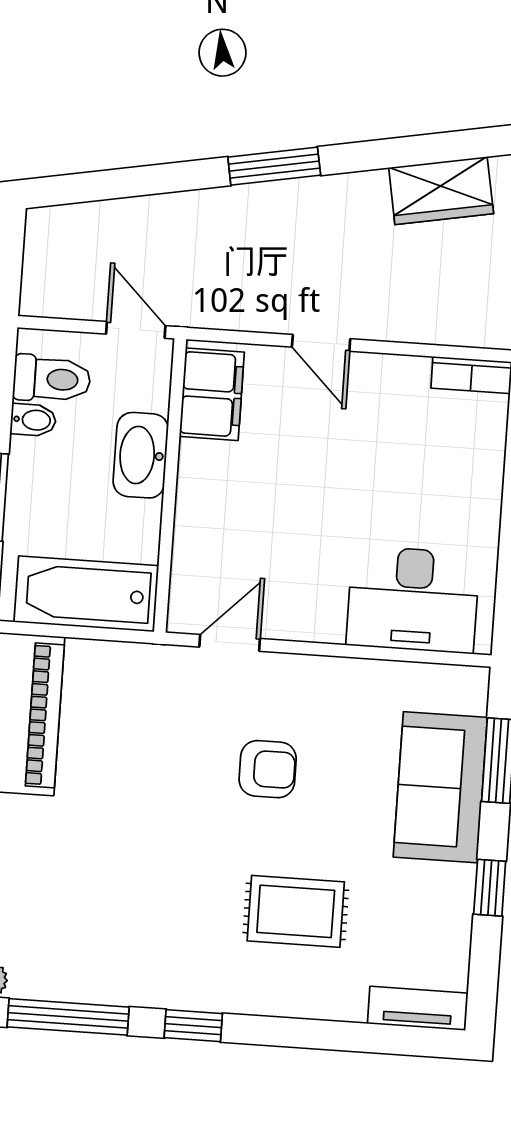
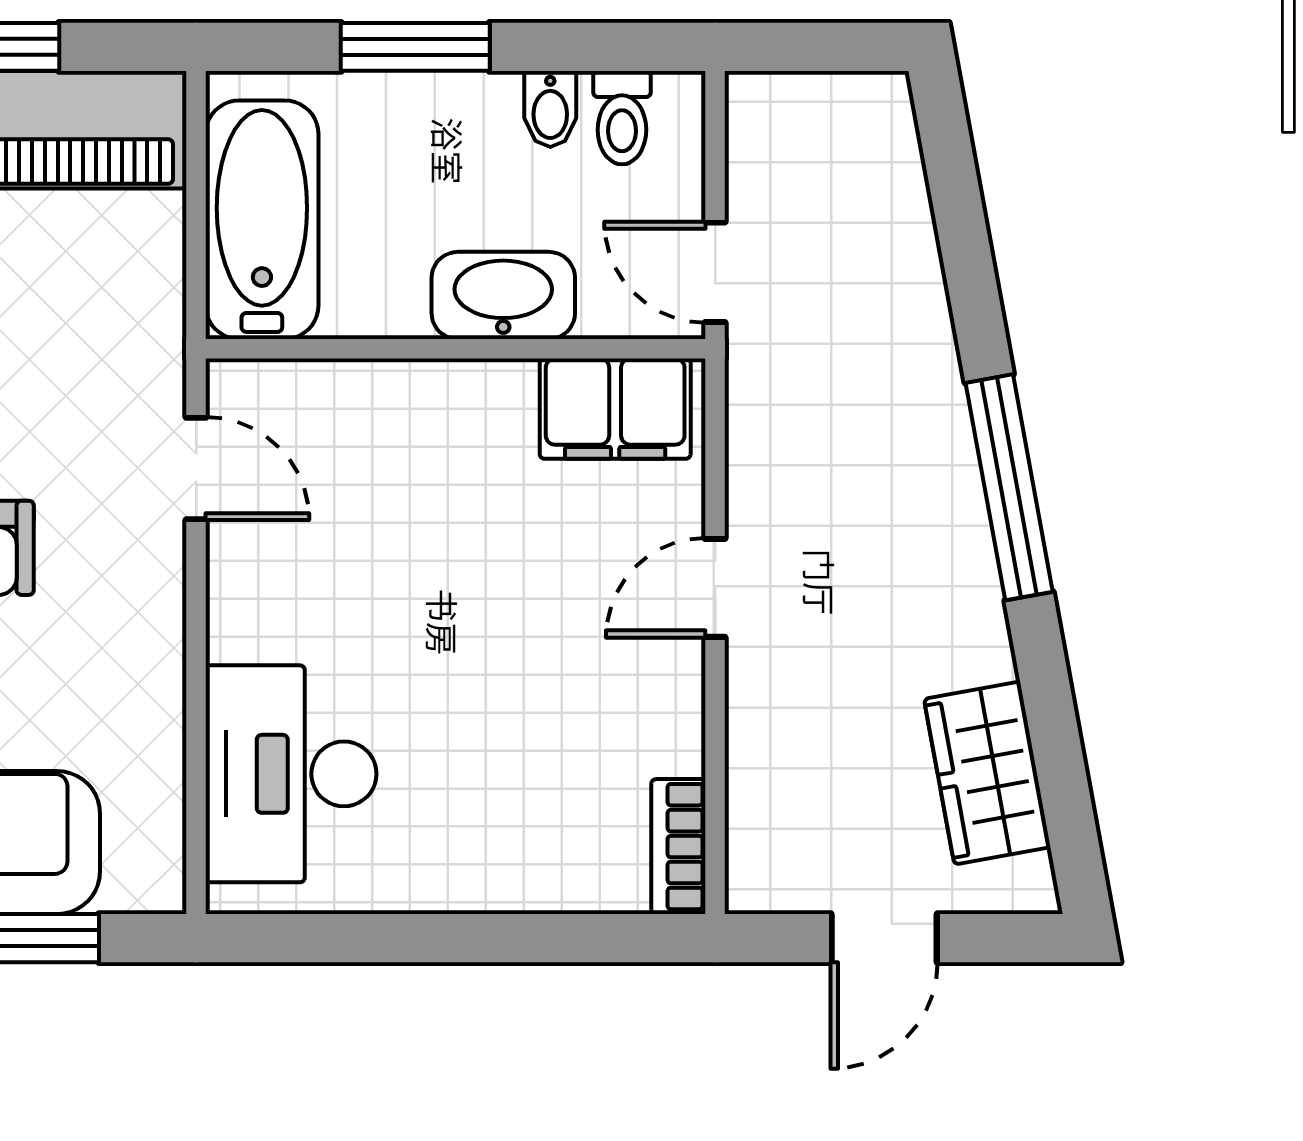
window: (274, 166) -> (1009, 487), width x1.44
door: (136, 330) -> (715, 272), swing flipped
toilet: (52, 379) -> (622, 118), width x0.73, depth x0.72

